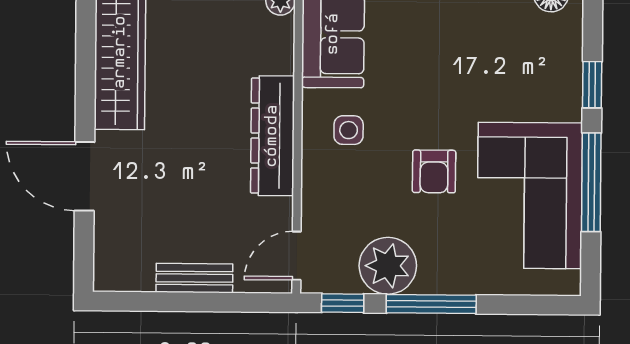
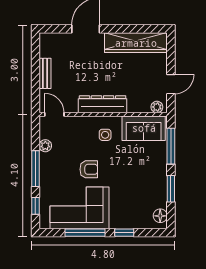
armchair: (434, 171) -> (89, 169), turned 180
plant: (388, 266) -> (45, 146), width x0.53, depth x0.53
window: (343, 303) -> (35, 206), moved

